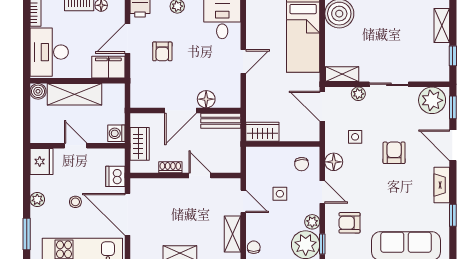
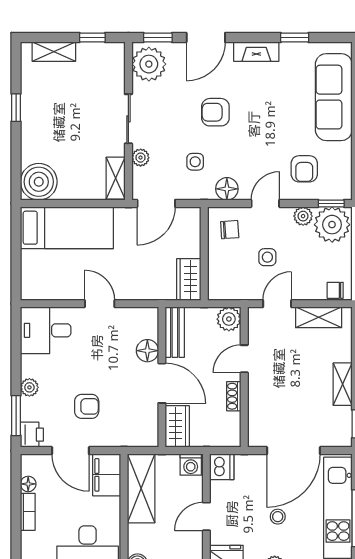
shelving: (75, 94) -> (141, 488), moved
wardrobe: (140, 144) -> (177, 426), moved, turned 90
plant: (231, 163) -> (229, 319), added
dishwasher: (115, 176) -> (222, 467), moved, turned -90

